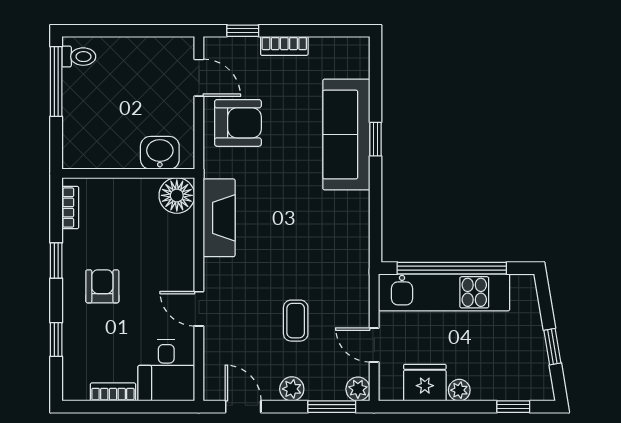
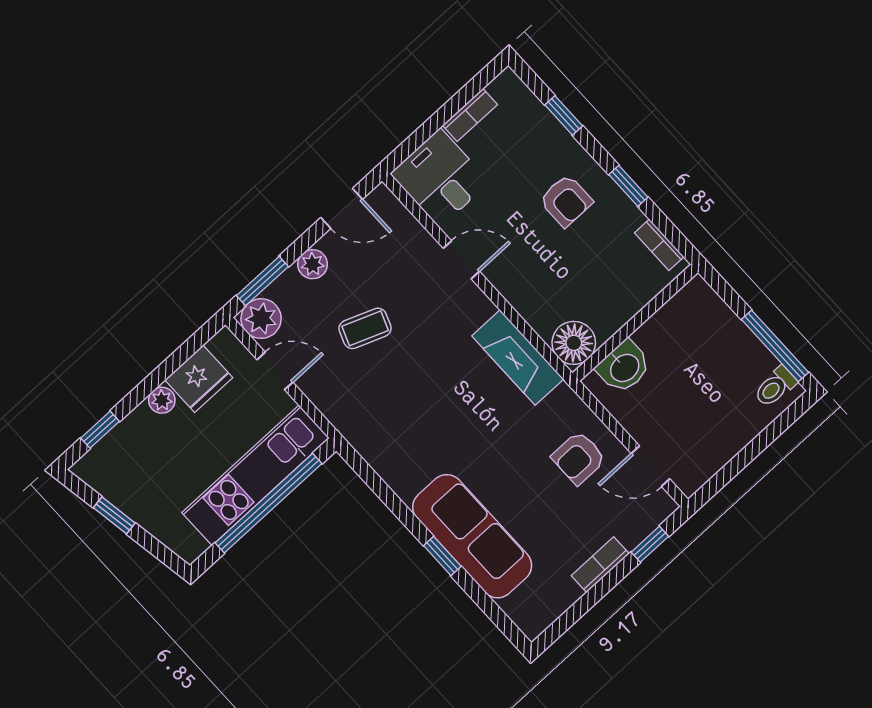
armchair: (238, 123) -> (579, 458), width x0.72, depth x0.72
coffee table: (296, 321) -> (365, 328), turned -69
plant: (358, 389) -> (261, 319), width x1.38, depth x1.38

